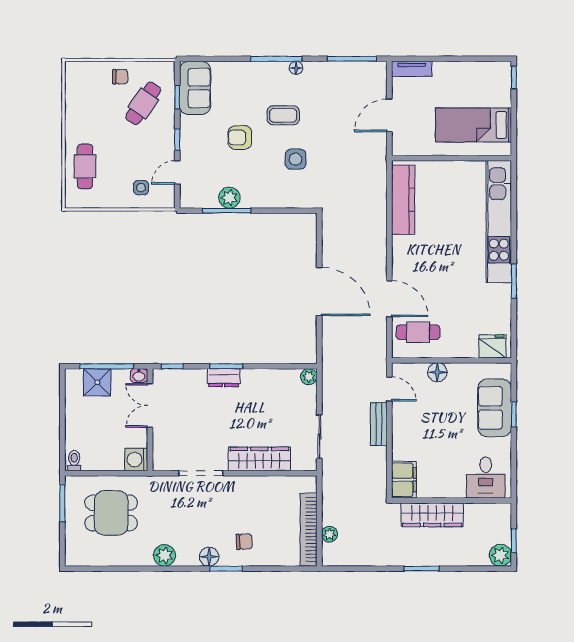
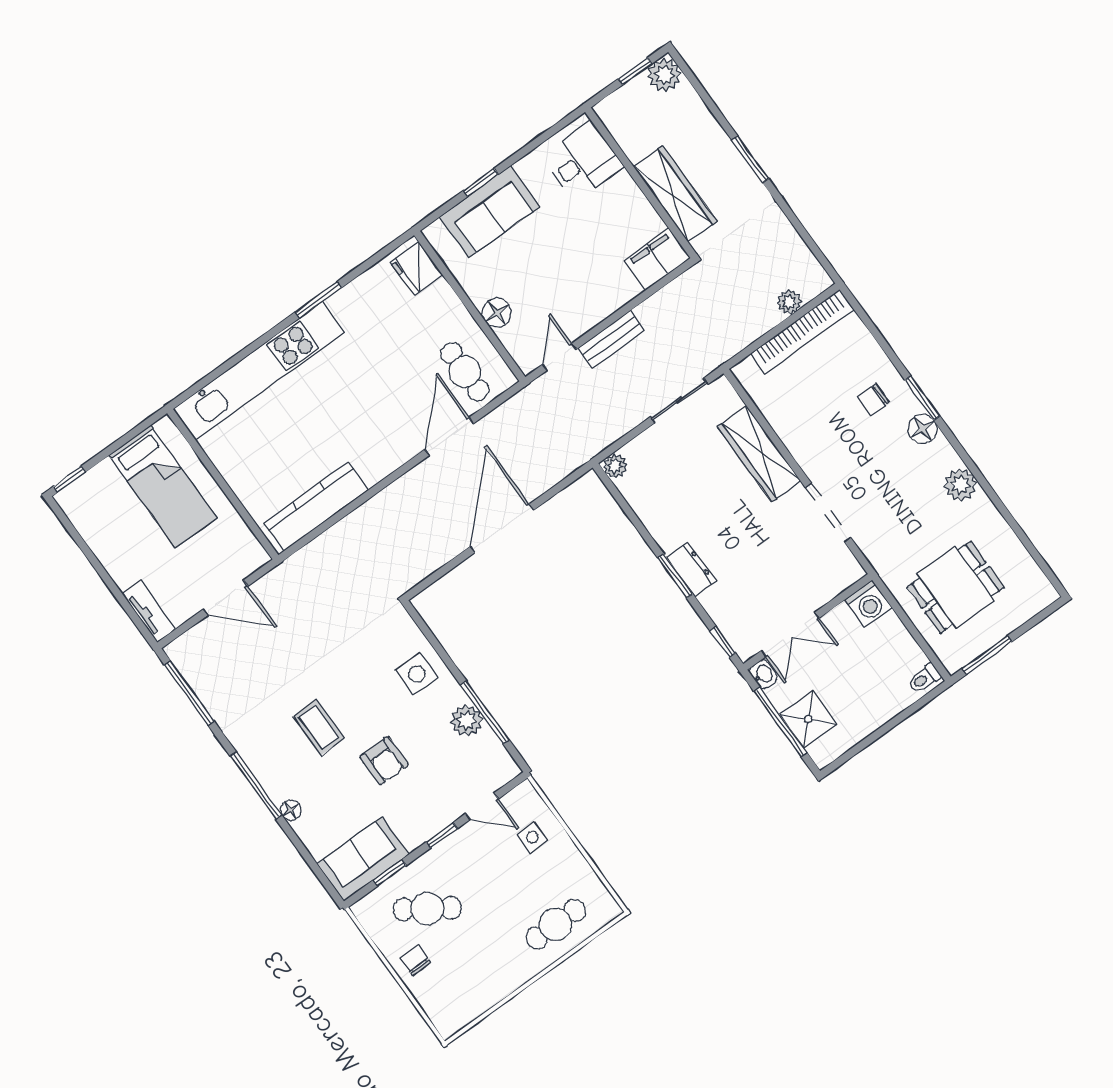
floor lamp: (296, 68) -> (291, 810), moved
side table: (296, 159) -> (417, 674), moved
dining table: (111, 513) -> (956, 587), turned 90
chair: (244, 542) -> (873, 400), turned -87

